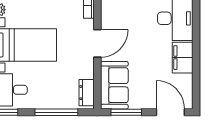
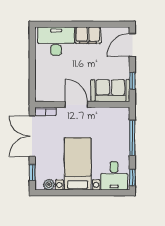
dresser: (87, 93) -> (116, 113), removed
window: (126, 112) -> (132, 81), width x0.67

